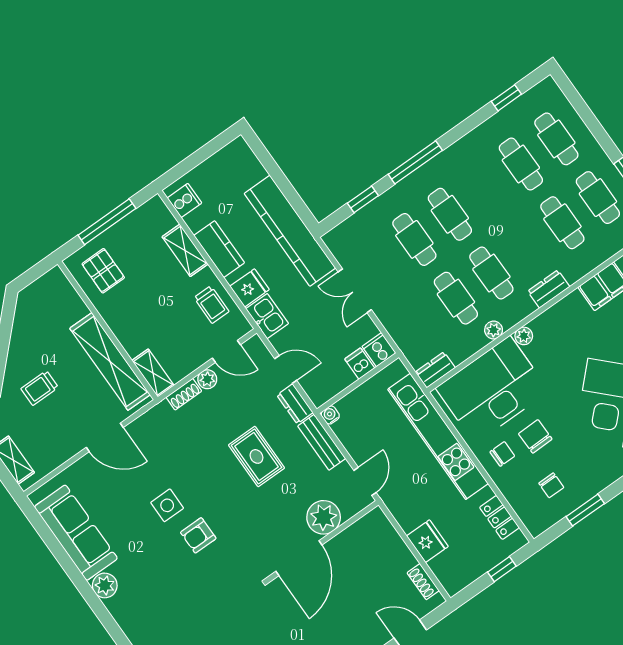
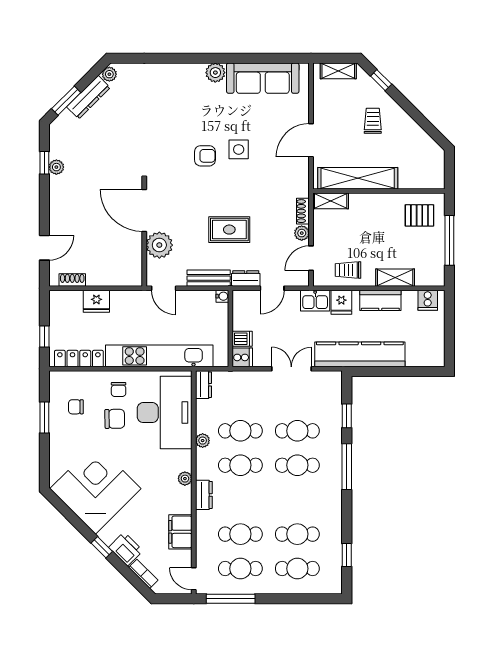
plant: (524, 336) -> (185, 479), moved
locker: (499, 517) -> (79, 359), width x1.53
armchair: (198, 535) -> (205, 156), turned 90

